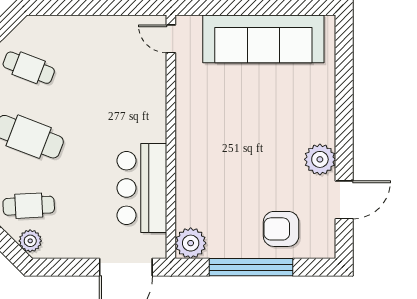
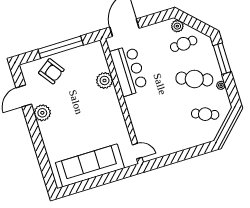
armchair: (281, 229) -> (51, 71), turned 54
plant: (191, 243) -> (105, 80), moved

